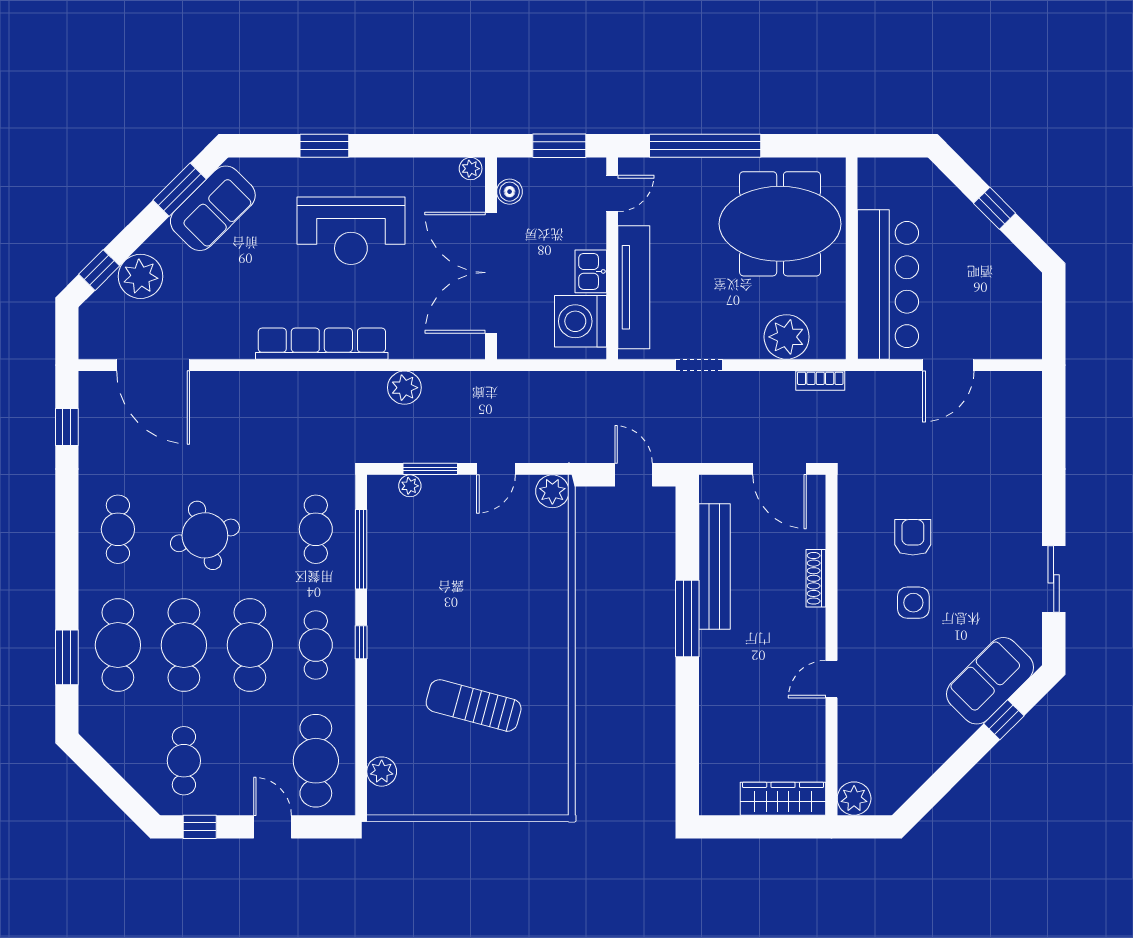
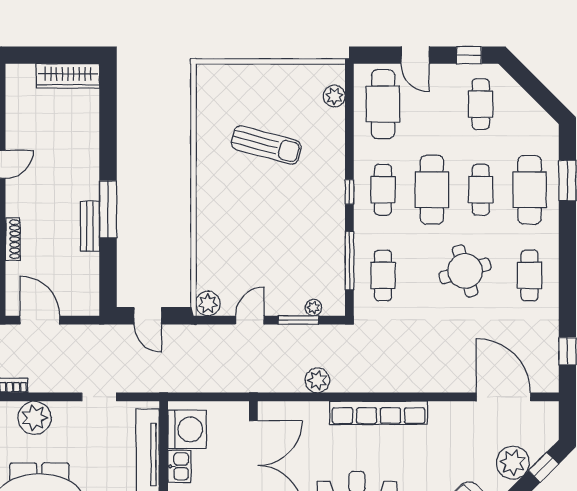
bench: (714, 567) -> (90, 226), width x0.54, depth x0.82
cafe table: (184, 645) -> (481, 190), width x0.73, depth x0.74
wardrobe: (783, 799) -> (68, 76), moved

